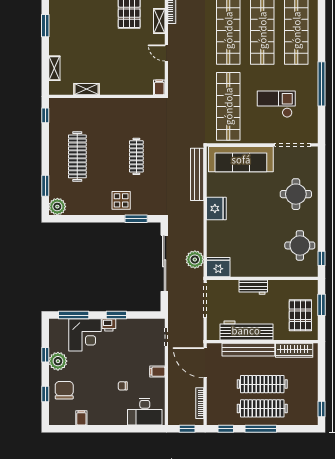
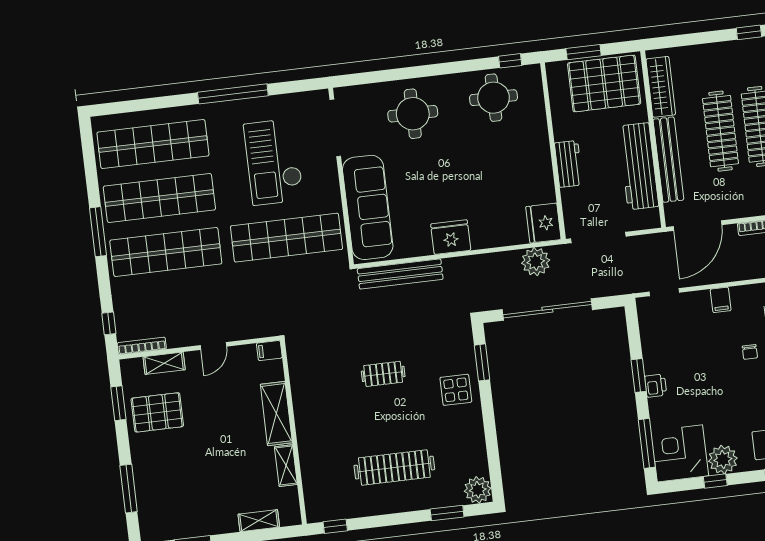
shelving: (120, 87) -> (276, 414), added
checkout: (276, 104) -> (274, 162), width x1.36, depth x1.21
clothes rail: (136, 156) -> (383, 374), width x0.73
pallet: (300, 315) -> (604, 83), width x1.37, depth x1.41
corner desk: (85, 335) -> (680, 453), moved, turned -90

